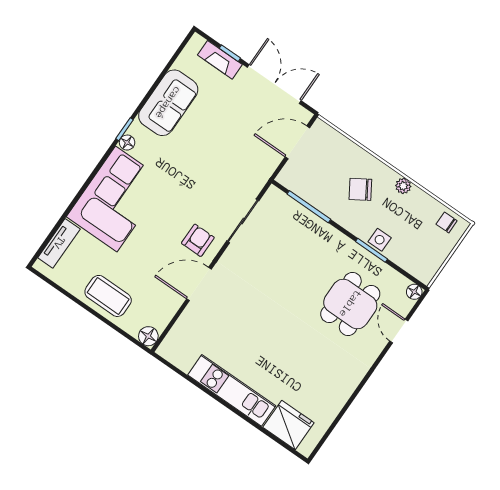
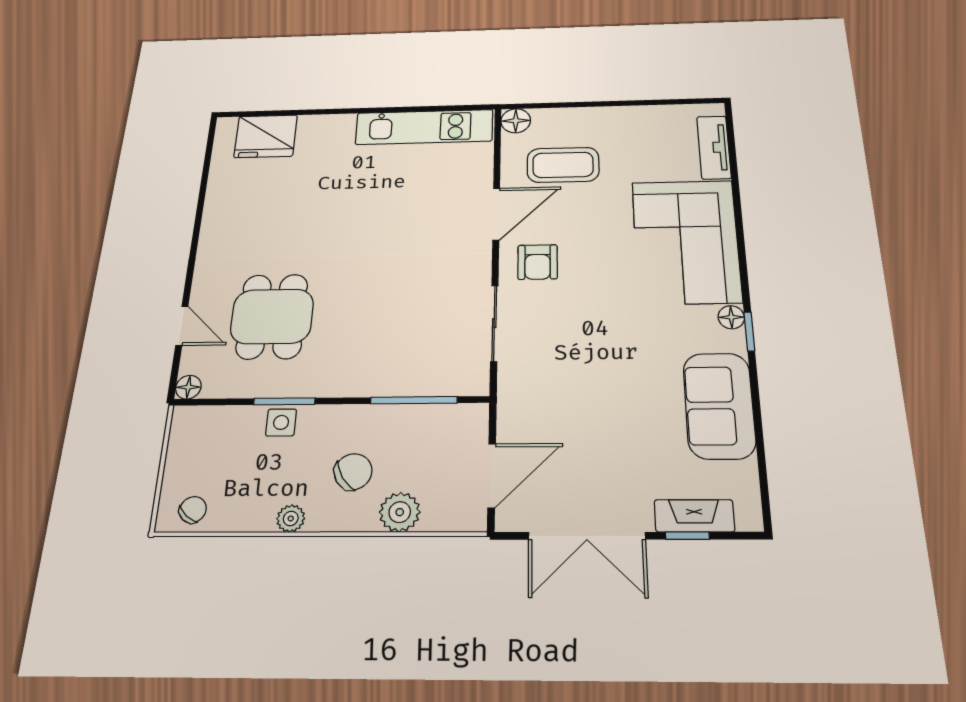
plant: (351, 154) -> (400, 512), added
chair: (447, 222) -> (193, 510), turned -49
coffee table: (108, 296) -> (563, 165), moved
kitchen unit: (232, 390) -> (424, 127), moved

